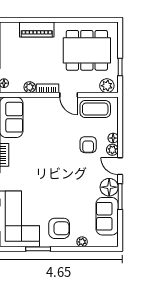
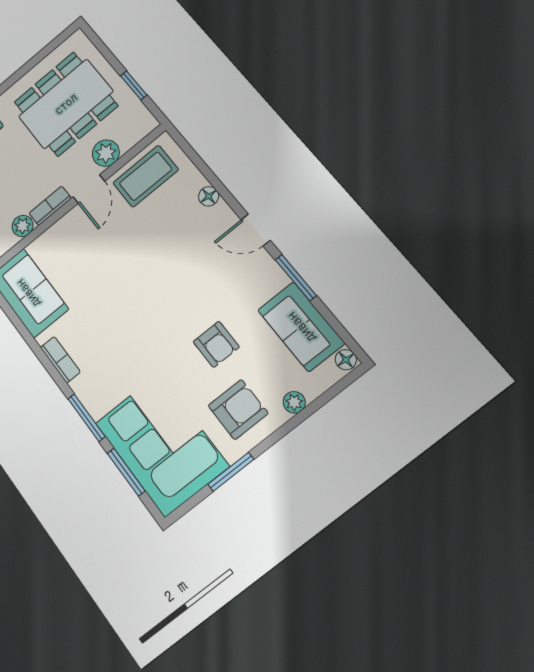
plant: (107, 86) -> (106, 153), moved
door: (69, 95) -> (89, 189), hinge flipped
armchair: (88, 145) -> (216, 344), moved
plant: (112, 150) -> (222, 215), removed
floor lamp: (109, 187) -> (346, 360), moved, width x0.53, depth x0.53

